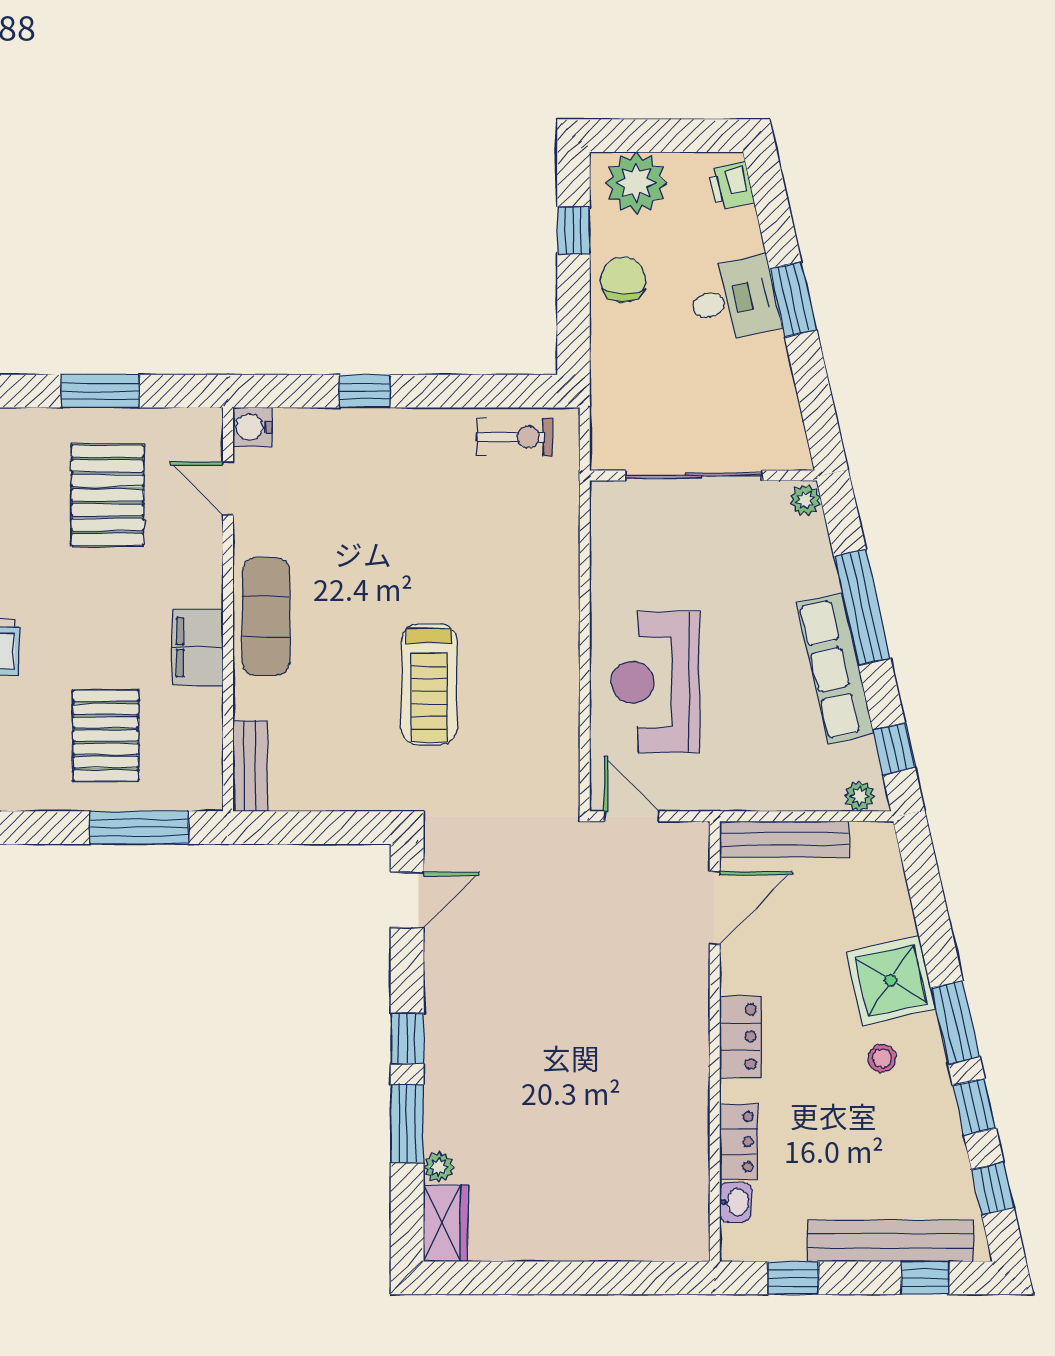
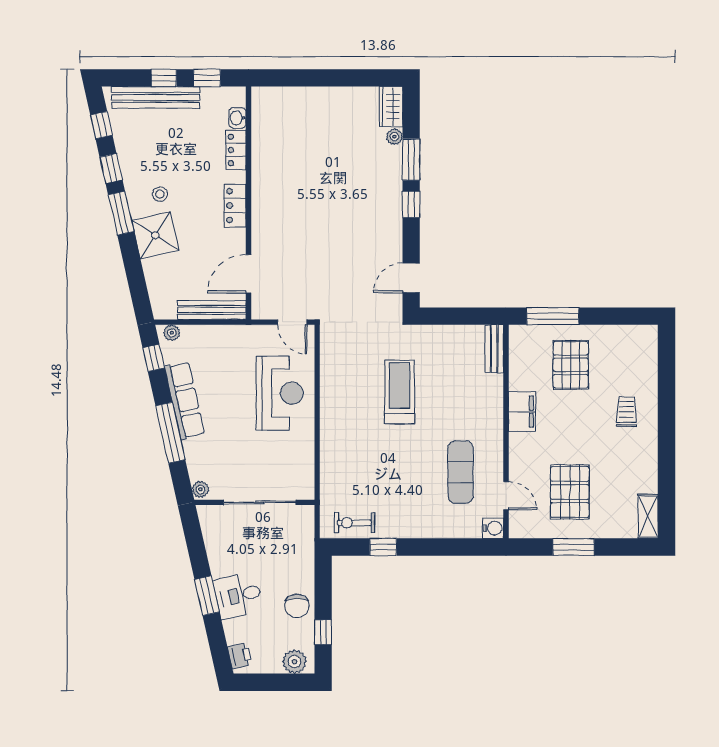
plant: (636, 183) -> (294, 662), width x0.73, depth x0.73
window: (365, 391) -> (383, 547), moved
exercise mat: (266, 617) -> (461, 472), moved
window: (925, 1278) -> (164, 78), moved

